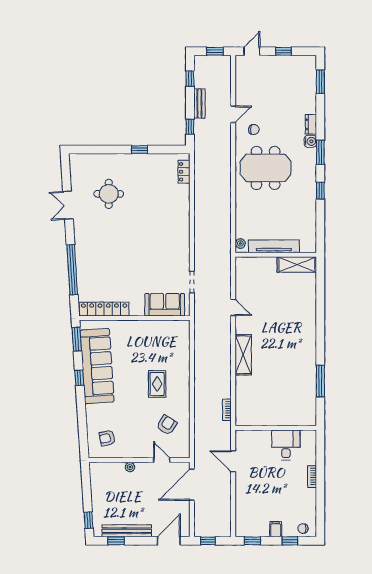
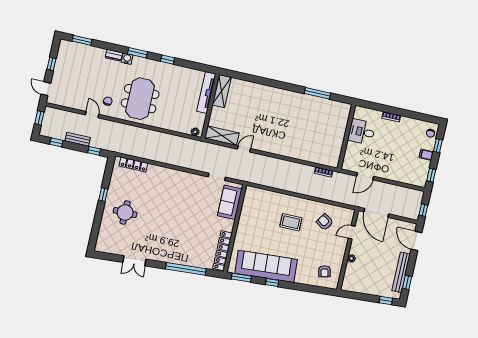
locker: (184, 172) -> (133, 165), width x1.53
round table: (109, 194) -> (125, 213), moved
tv unit: (274, 246) -> (206, 93), moved
shelving: (243, 355) -> (222, 136), moved

